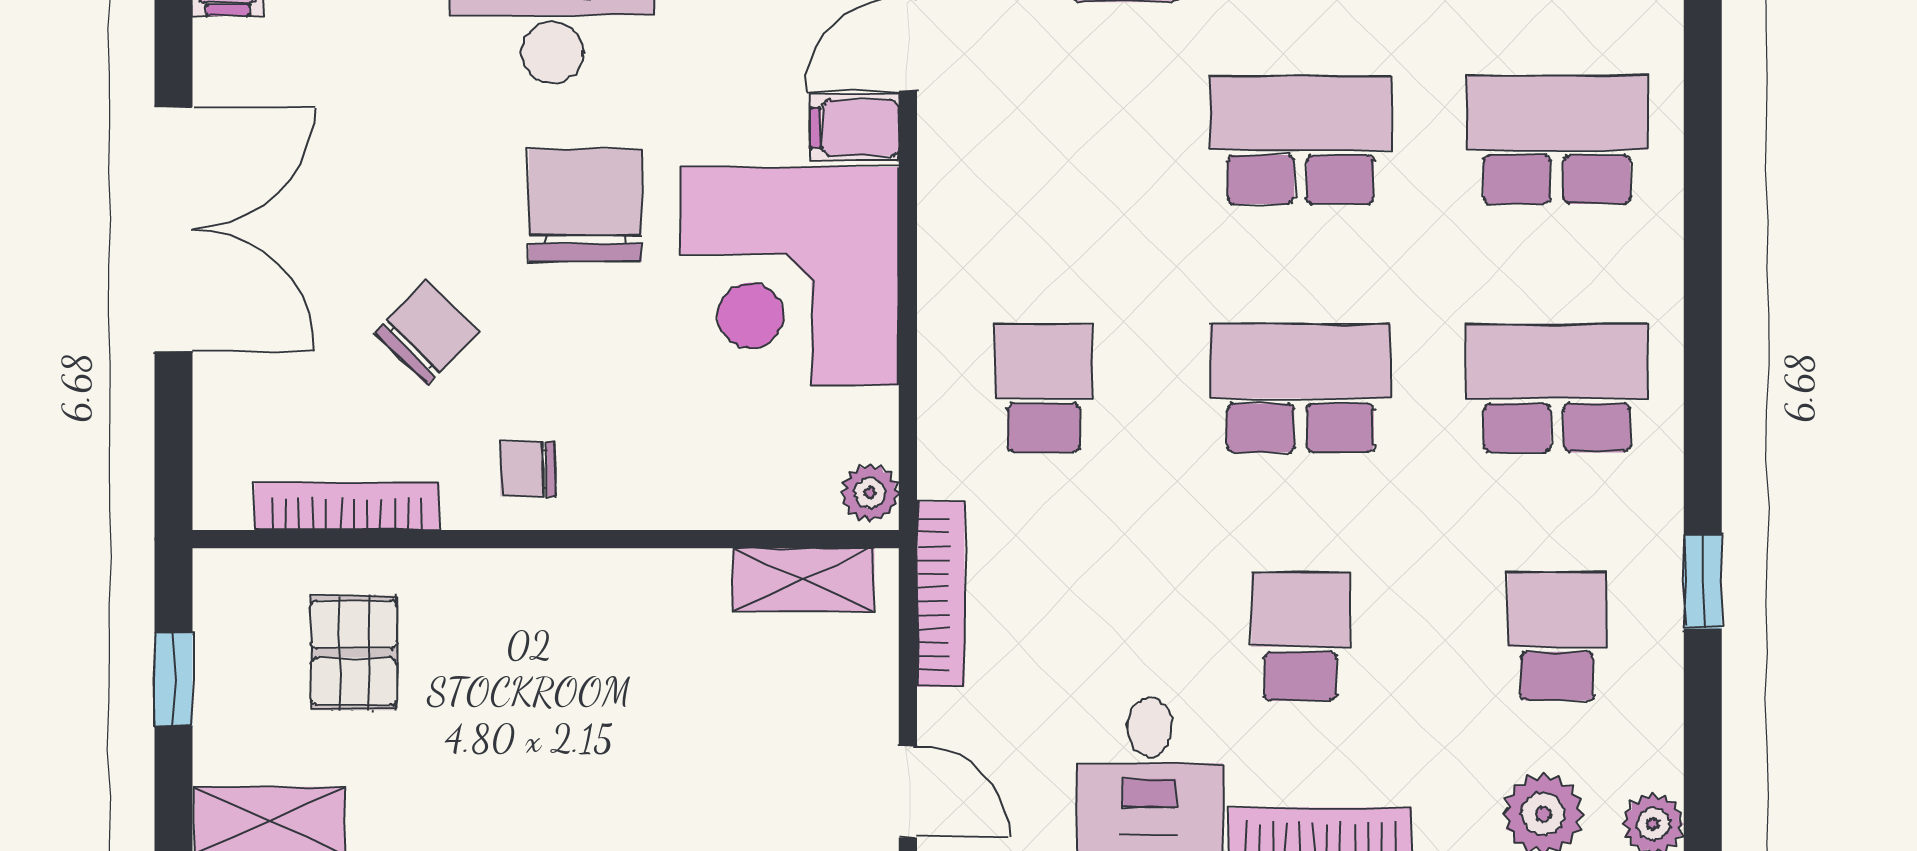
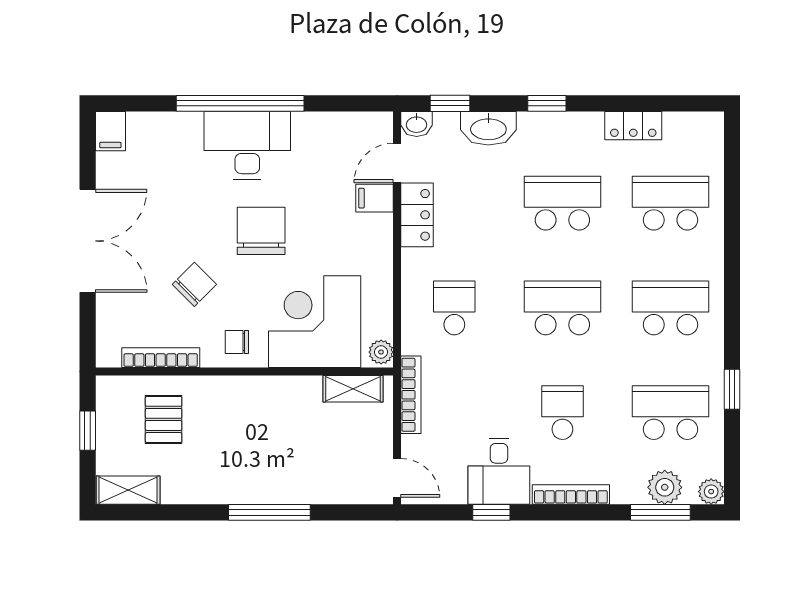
locker: (955, 167) -> (417, 215), added
corner desk: (790, 276) -> (315, 322), moved, turned 90
school desk: (1557, 637) -> (671, 413), width x1.85

